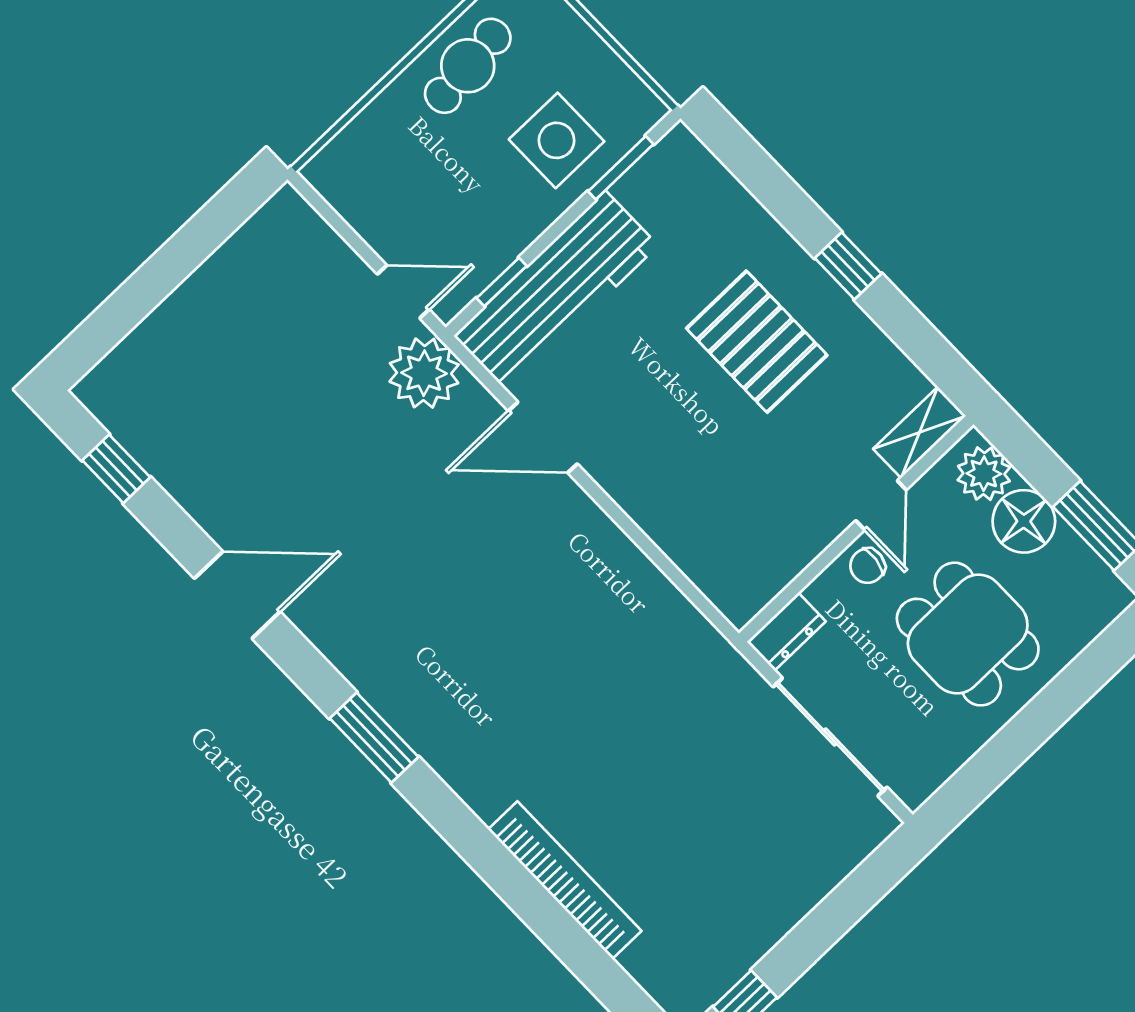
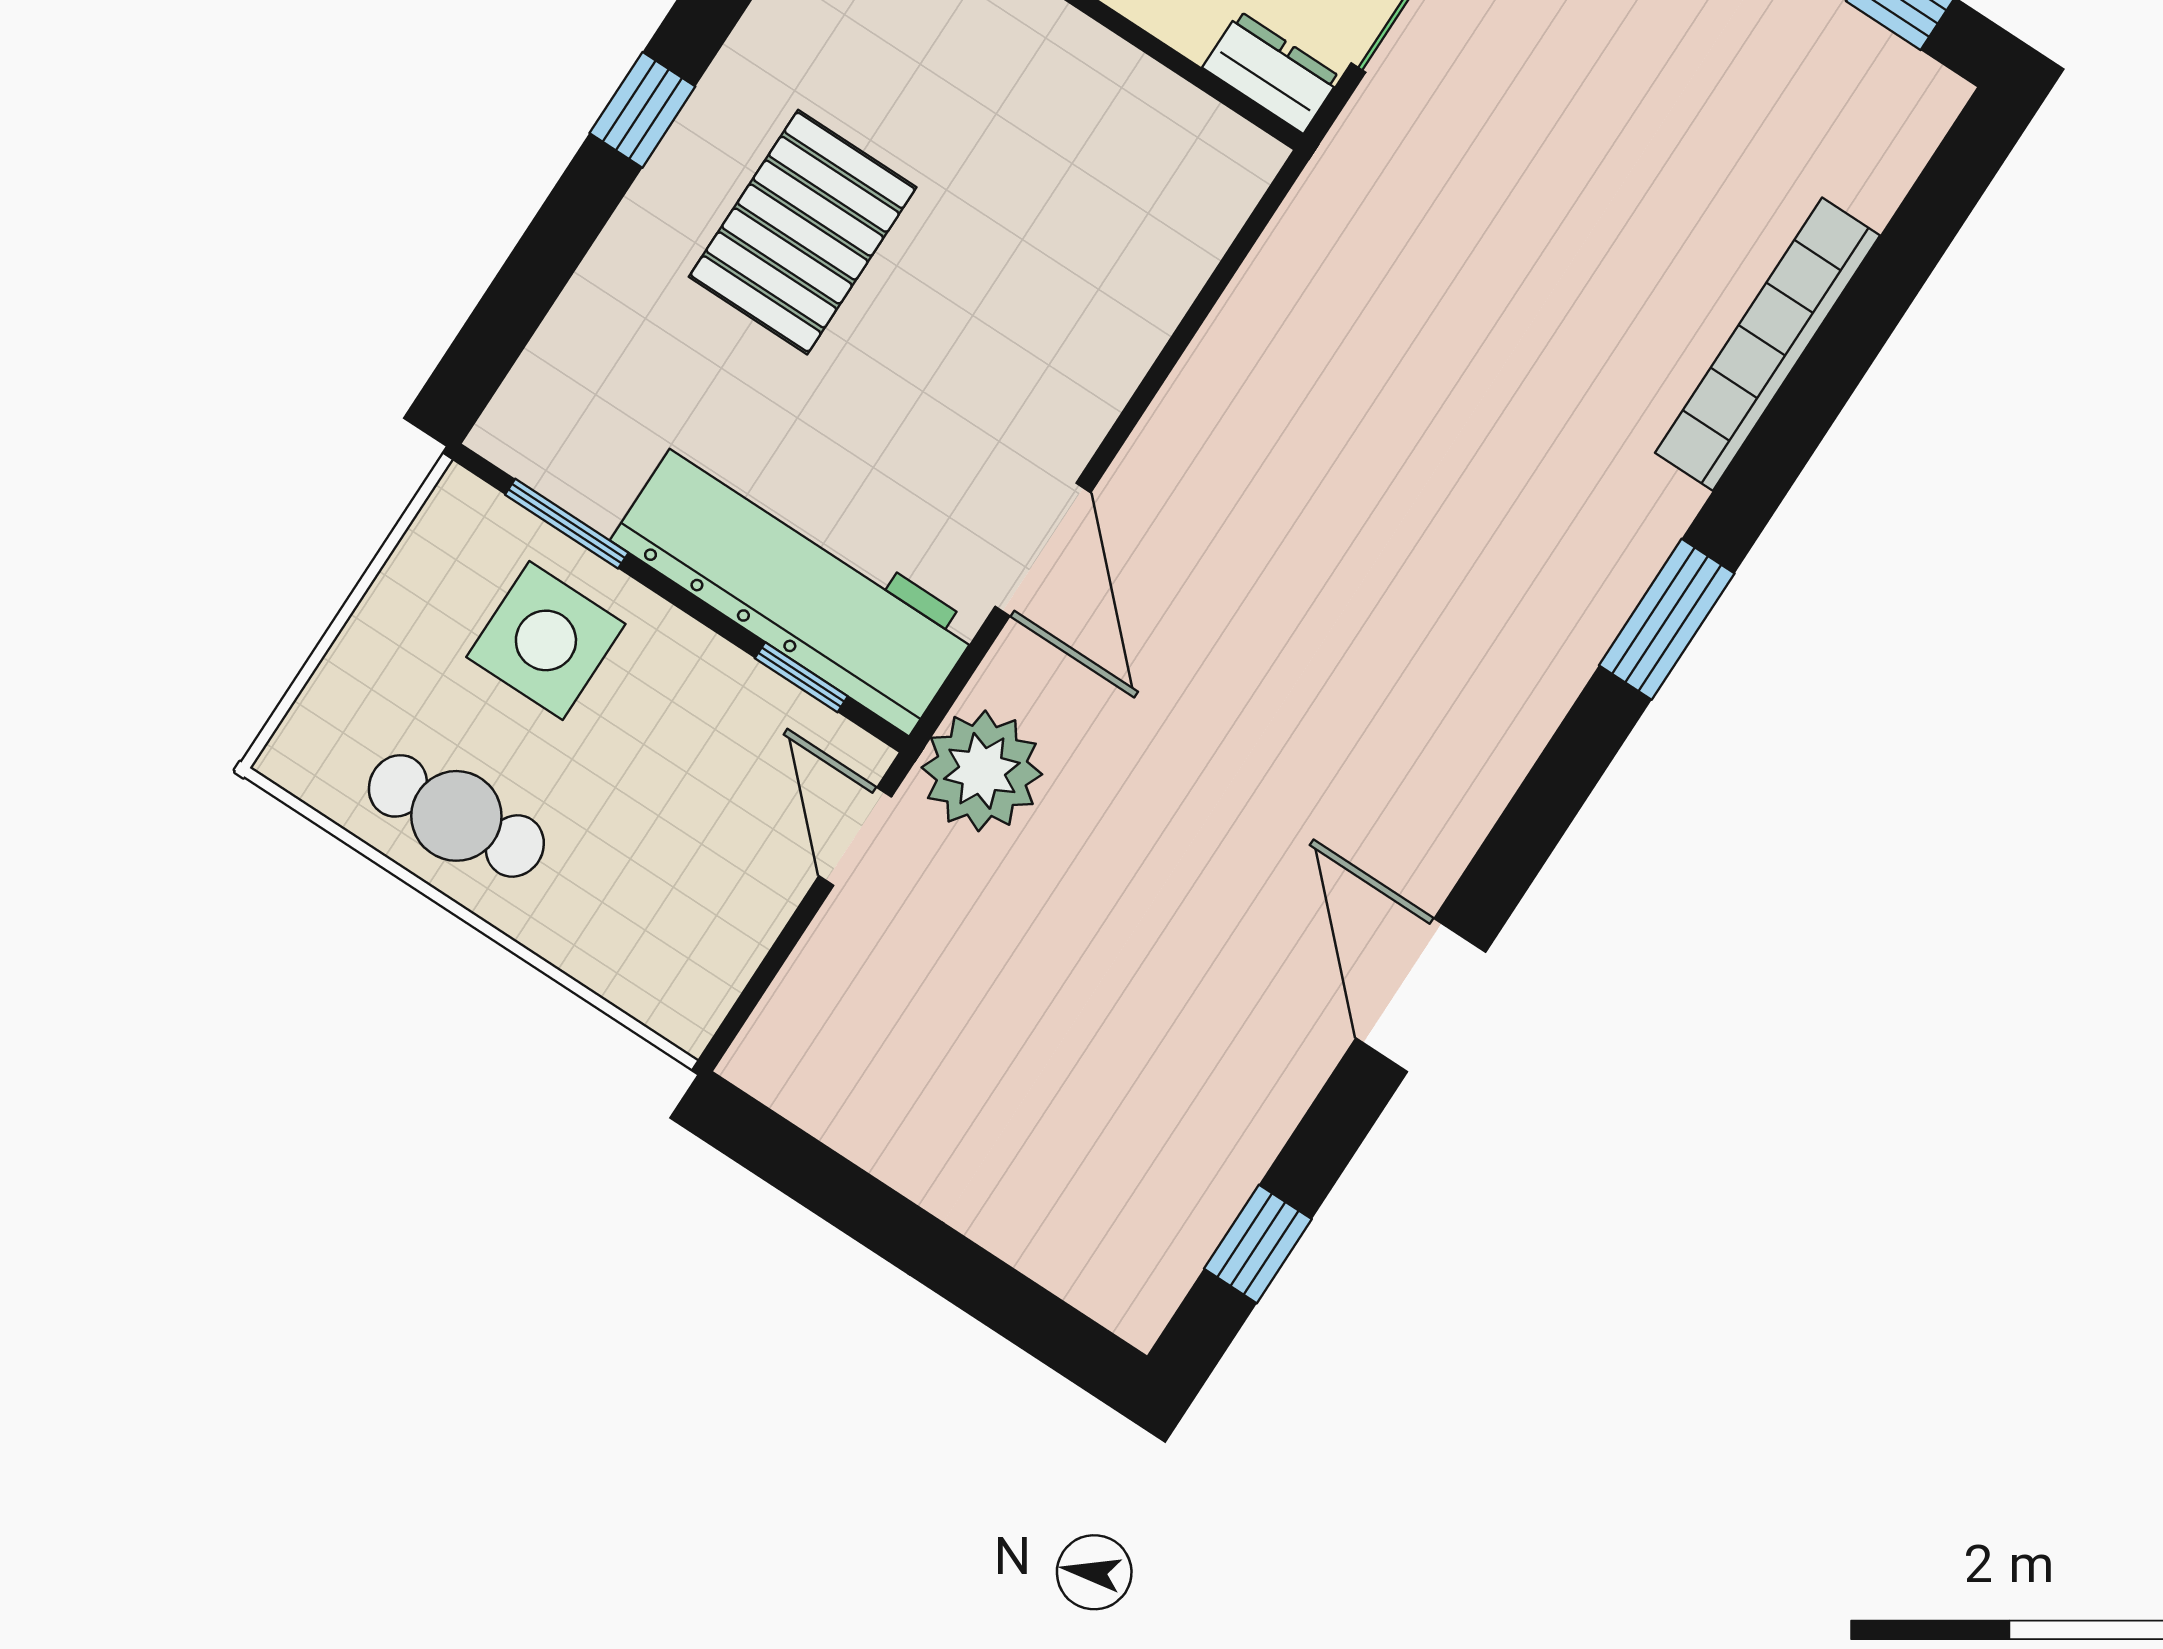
window: (374, 738) -> (1667, 619), moved

